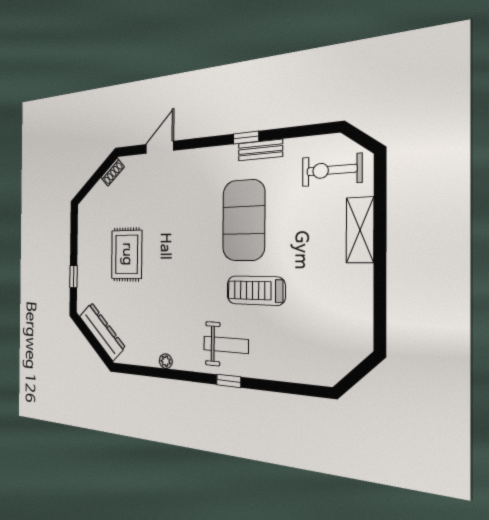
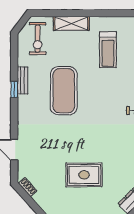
exercise mat: (244, 220) -> (64, 91), turned 90
treadmill: (256, 290) -> (108, 50), moved

